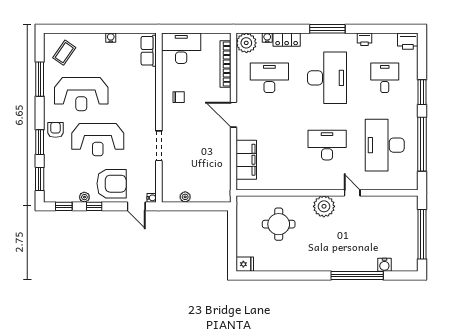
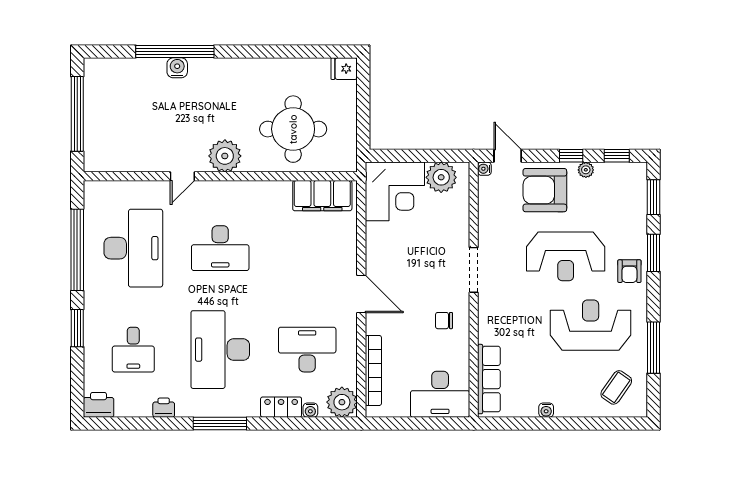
row of seats: (149, 51) -> (489, 379), width x1.48
desk: (269, 78) -> (307, 350), turned 180
reception desk: (98, 140) -> (566, 256), turned 180
doorway: (159, 146) -> (474, 270), moved
filing cabinet: (246, 160) -> (322, 196), moved, turned -90
corner desk: (211, 183) -> (395, 191), added
door: (352, 193) -> (182, 176), hinge flipped
plant: (185, 197) -> (441, 177), width x1.87, depth x1.87
round table: (279, 224) -> (293, 129), width x1.36, depth x1.36
water cooler: (384, 265) -> (177, 68), moved

